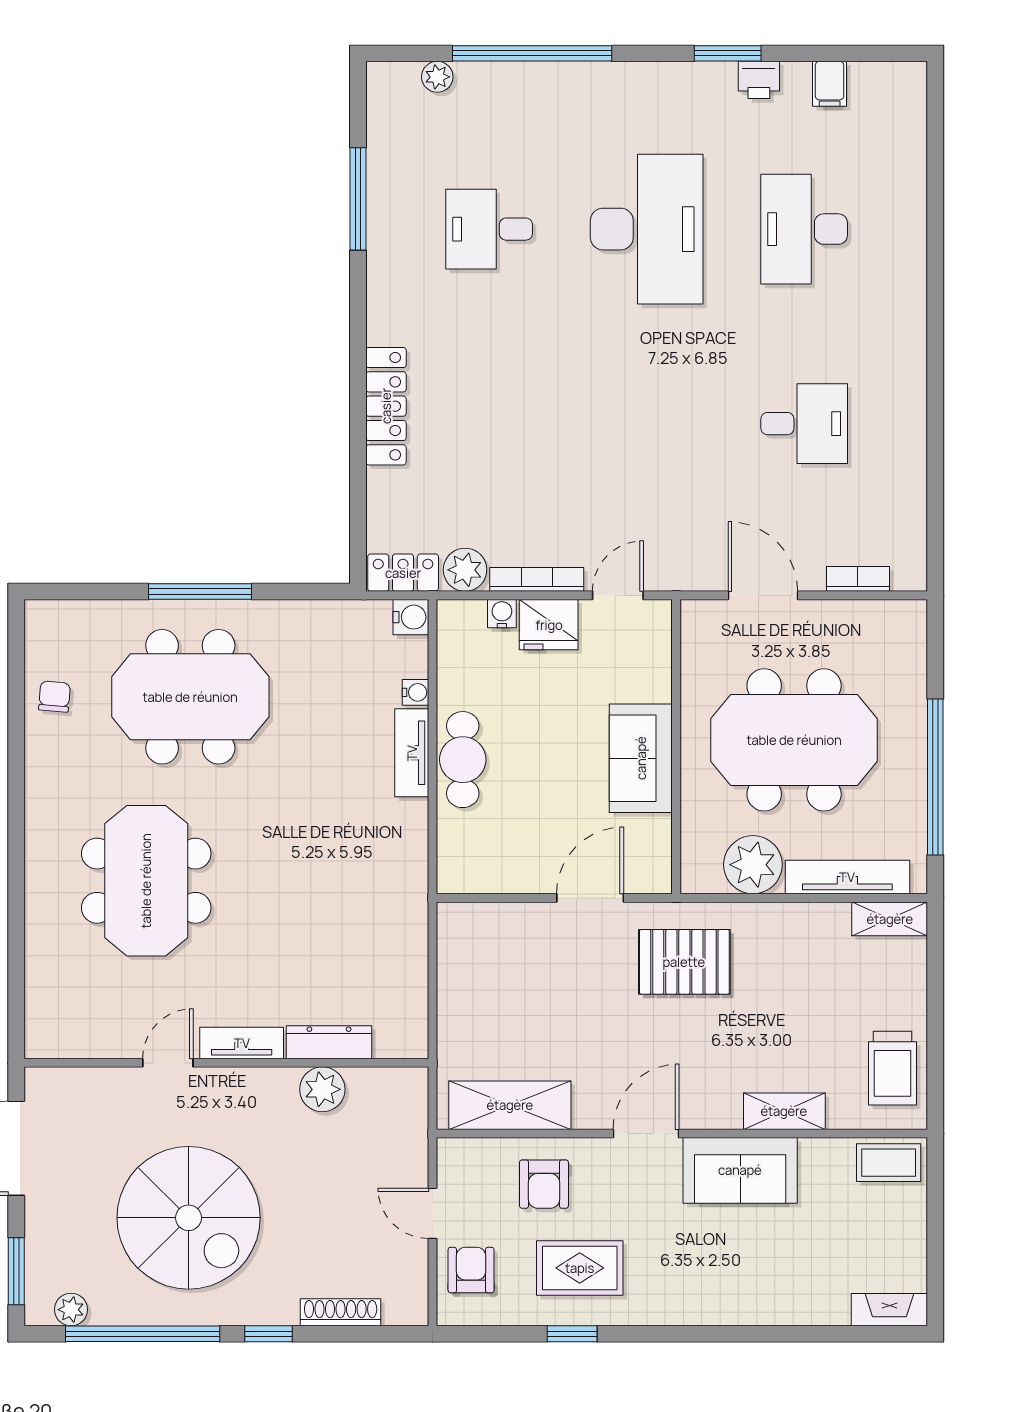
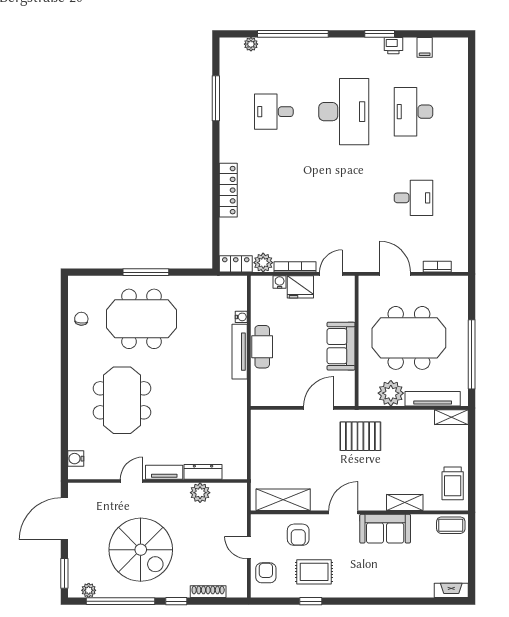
water cooler: (411, 617) -> (76, 459), moved, turned 180
tv unit: (412, 753) -> (240, 352), width x1.41

